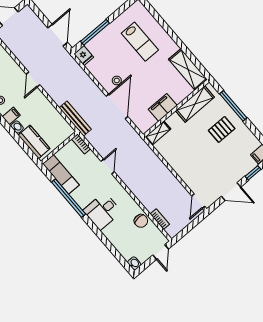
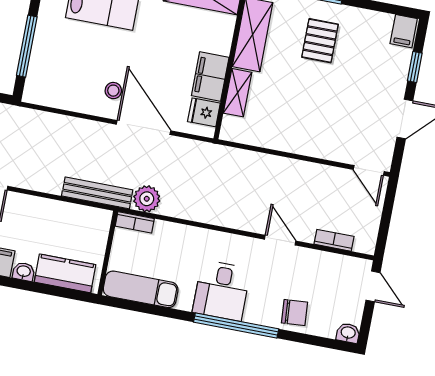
fridge: (84, 56) -> (204, 112), moved, turned 180
shelving: (158, 133) -> (238, 93), moved
plant: (94, 138) -> (147, 199), added
door: (108, 167) -> (280, 240), moved
window: (69, 198) -> (236, 326), moved
desk: (102, 211) -> (222, 290), moved
chair: (141, 221) -> (295, 313), moved

